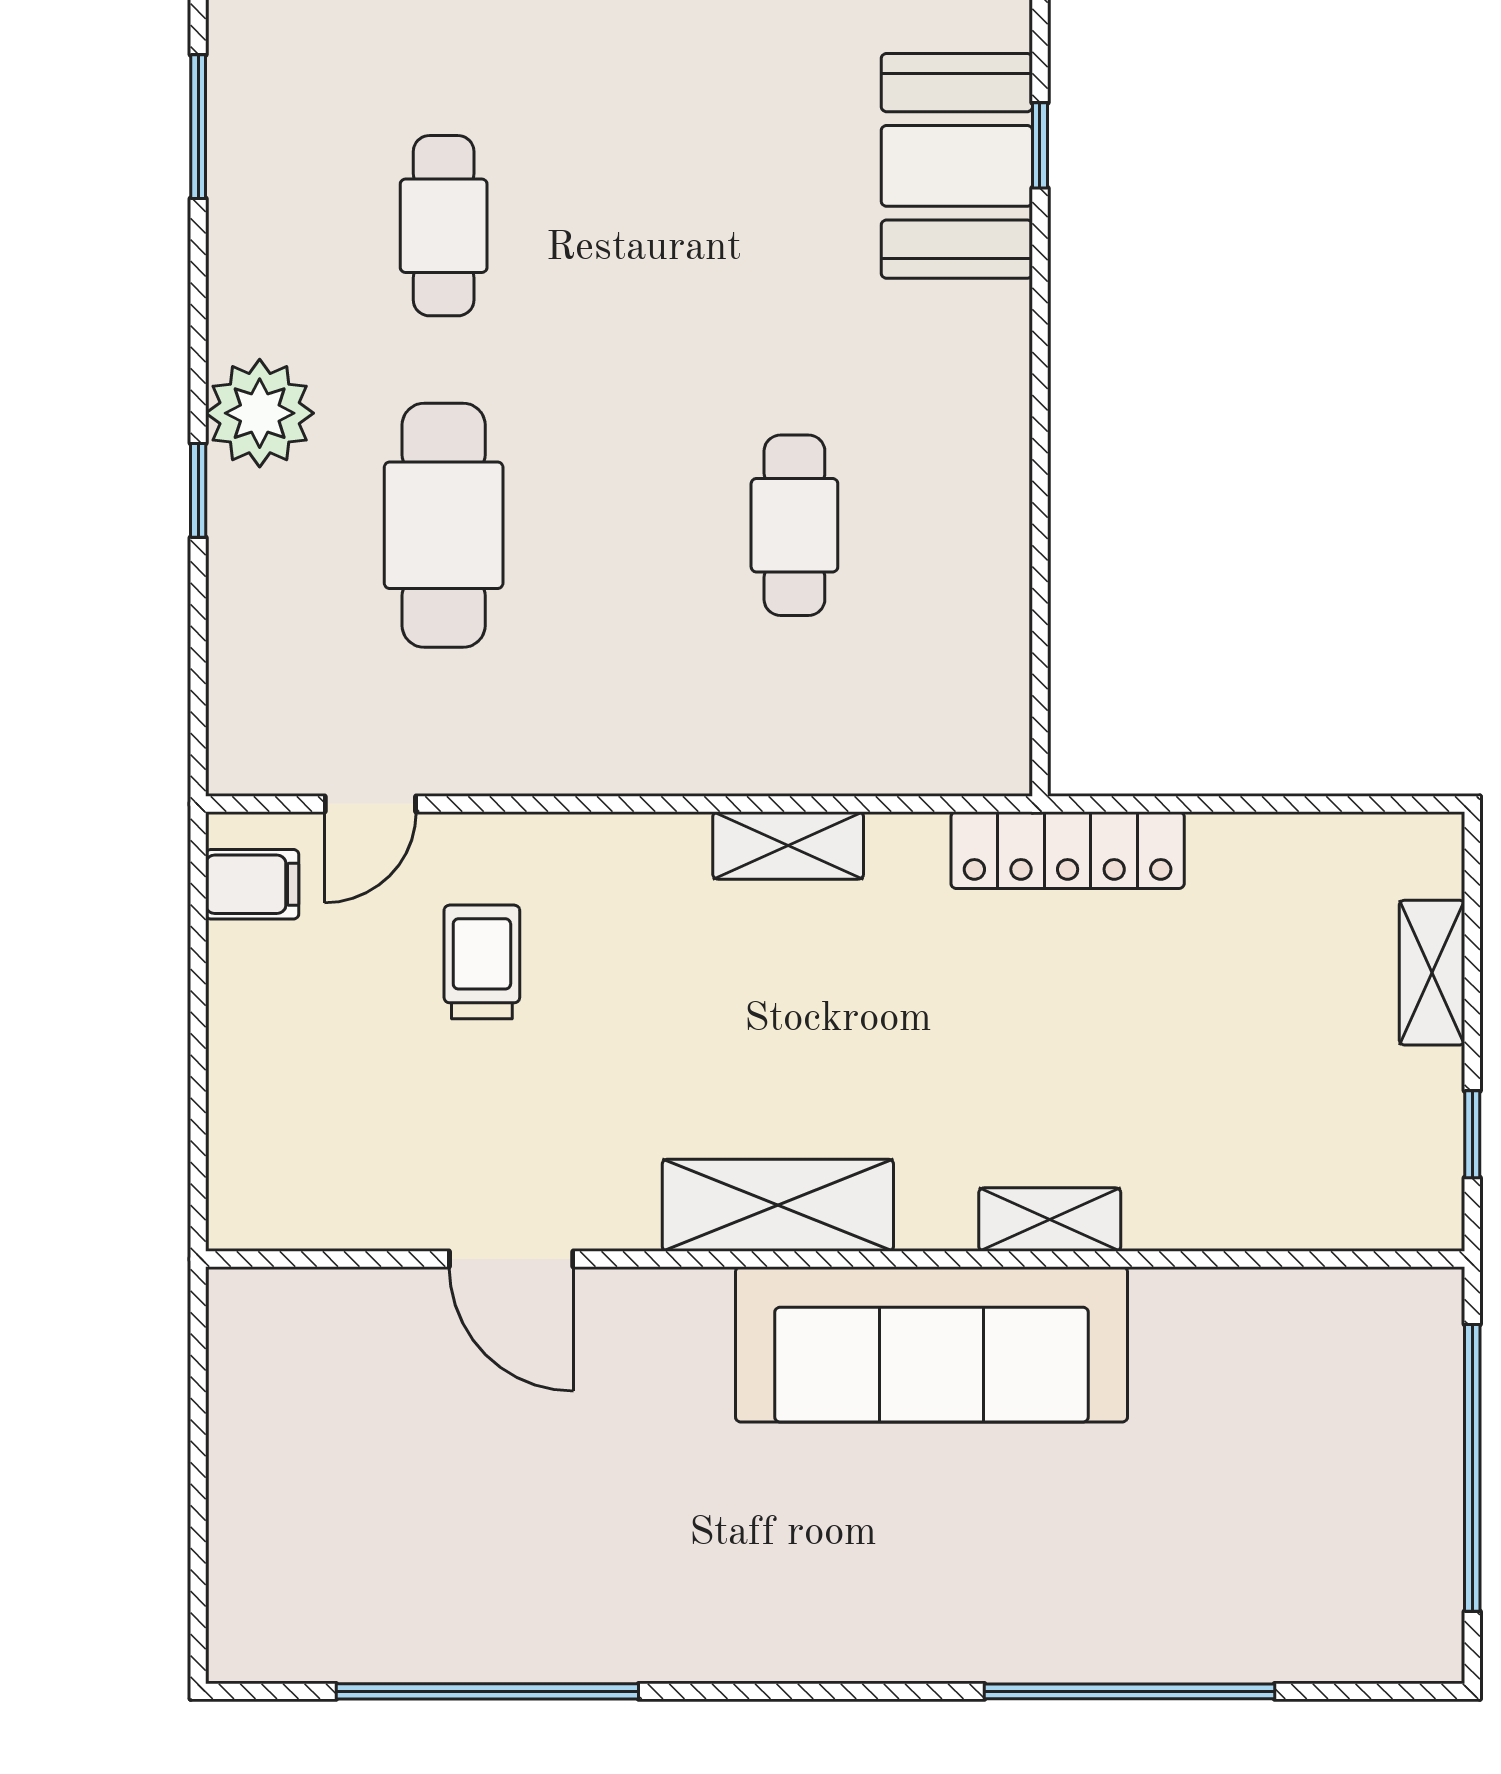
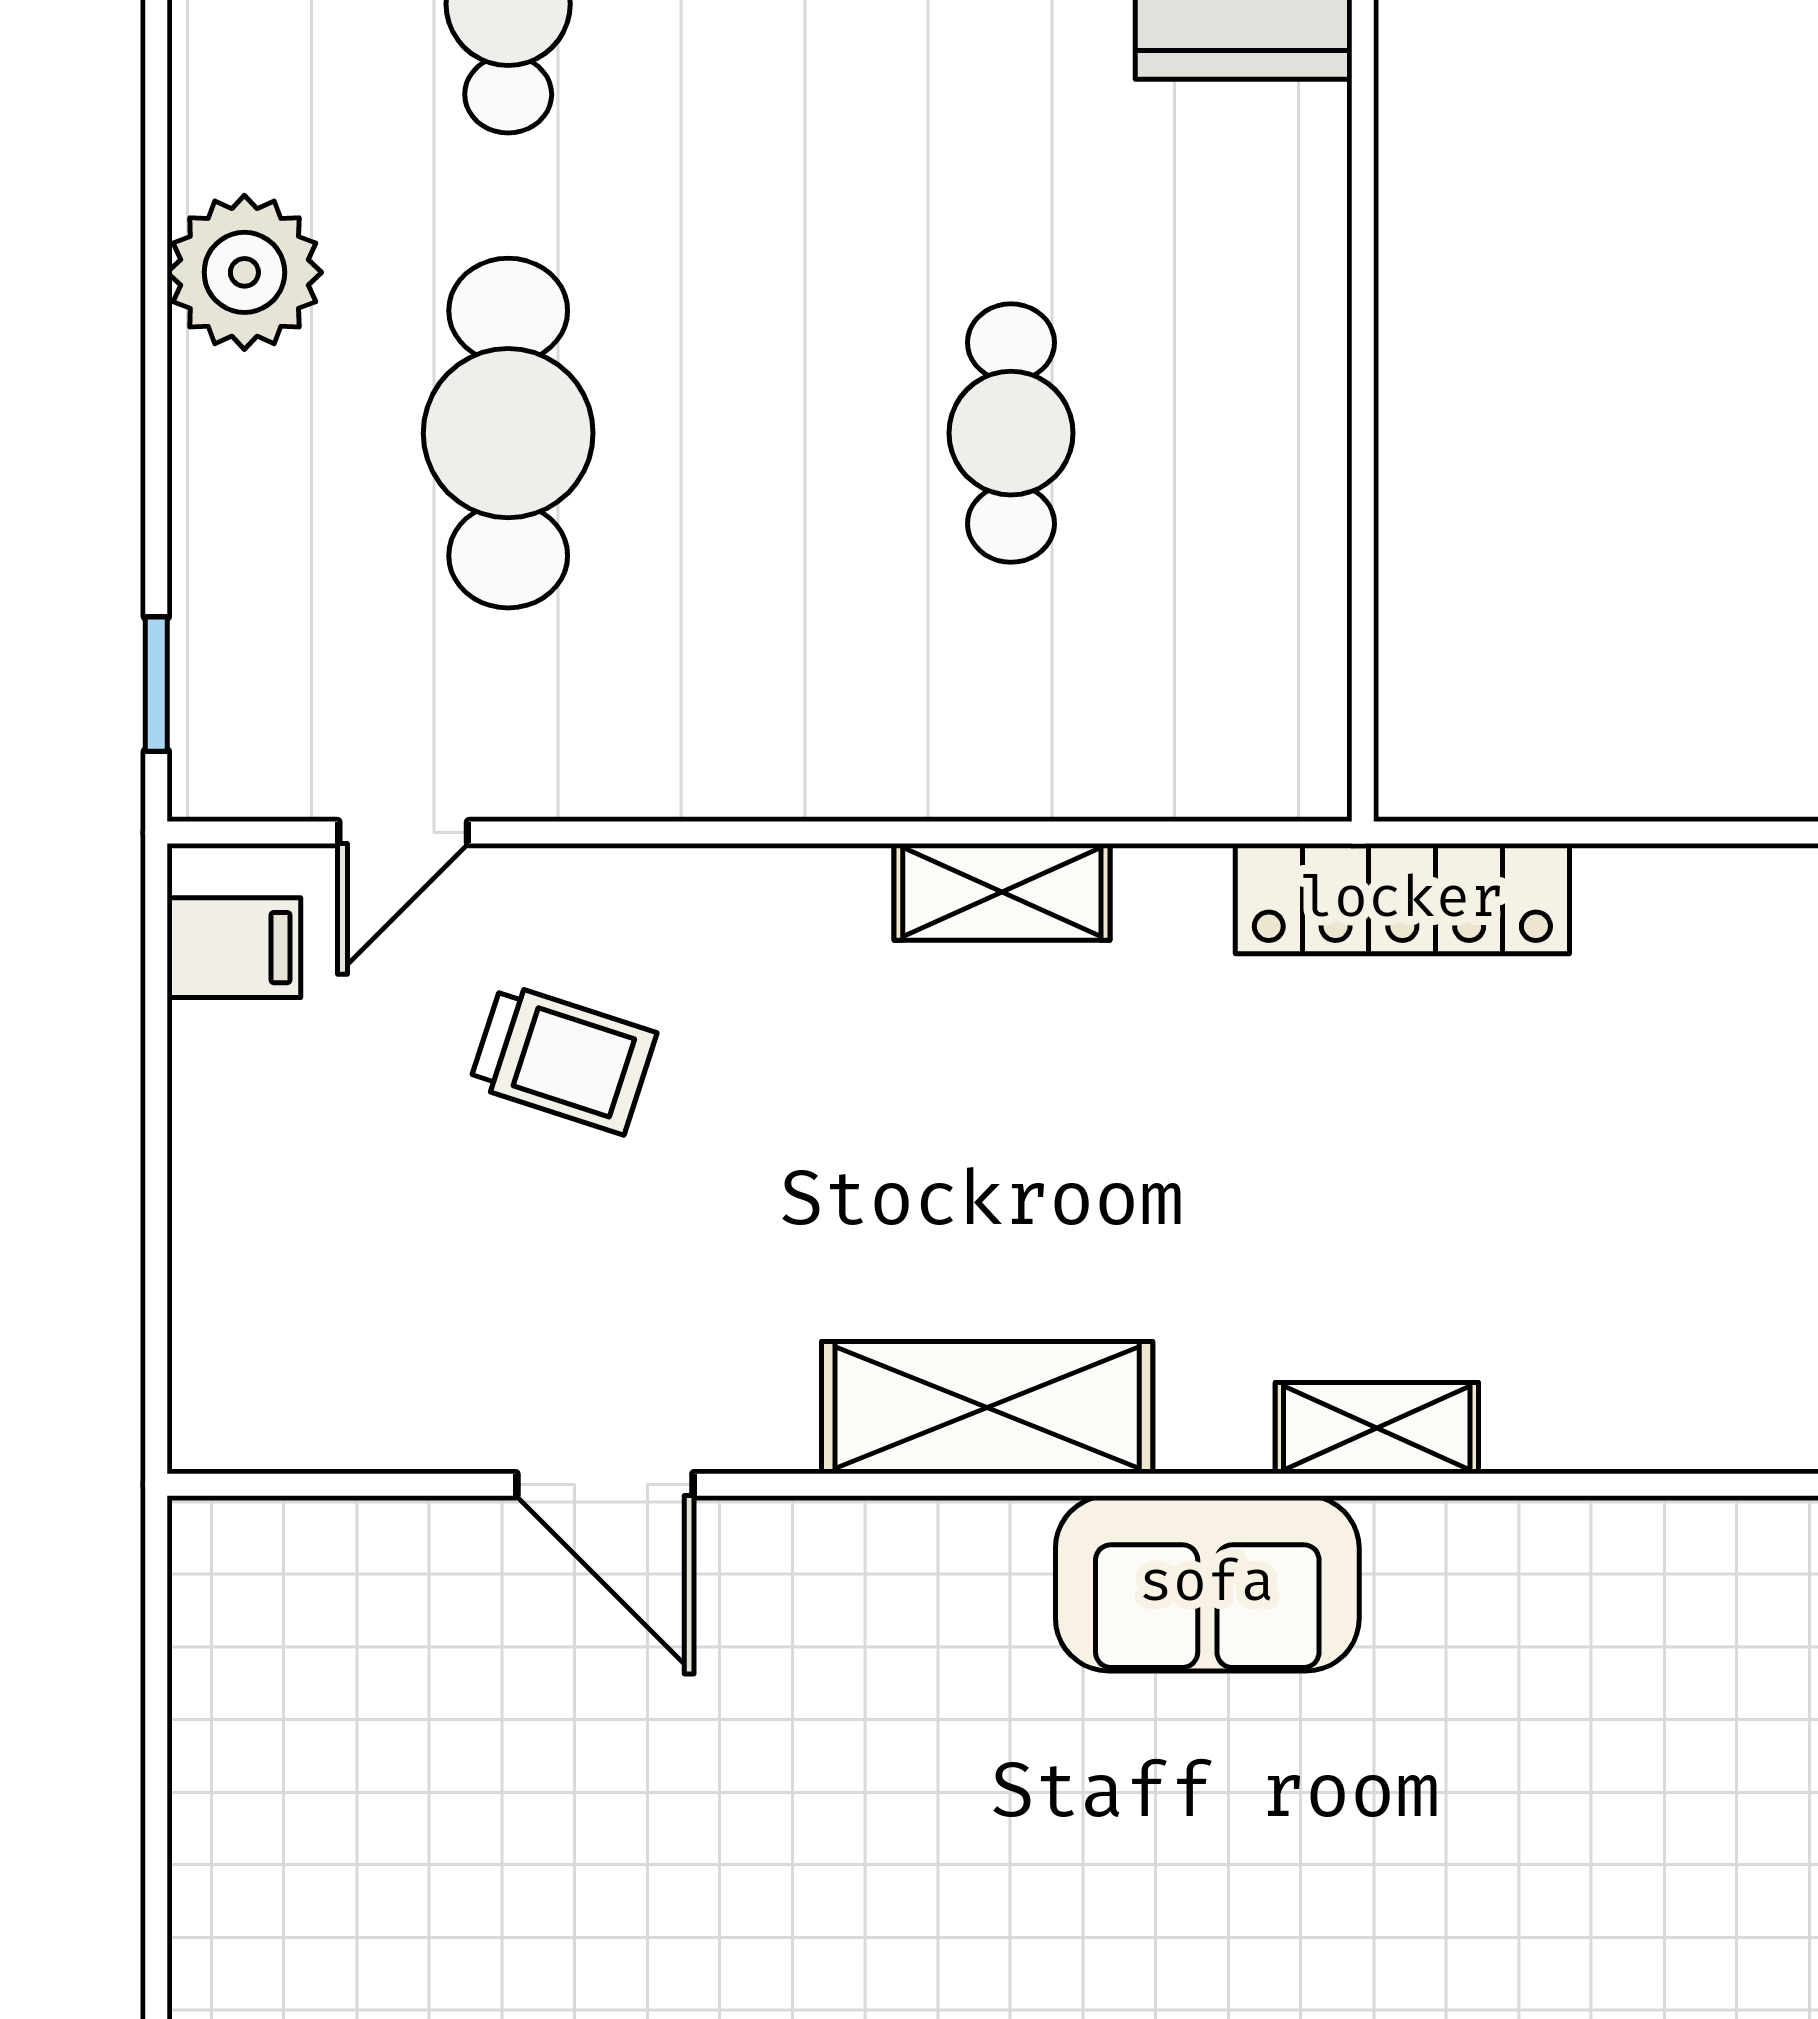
window: (198, 490) -> (156, 684), moved
trolley: (482, 962) -> (563, 1059), turned 108
sofa: (931, 1344) -> (1207, 1583), width x0.54, depth x0.79

